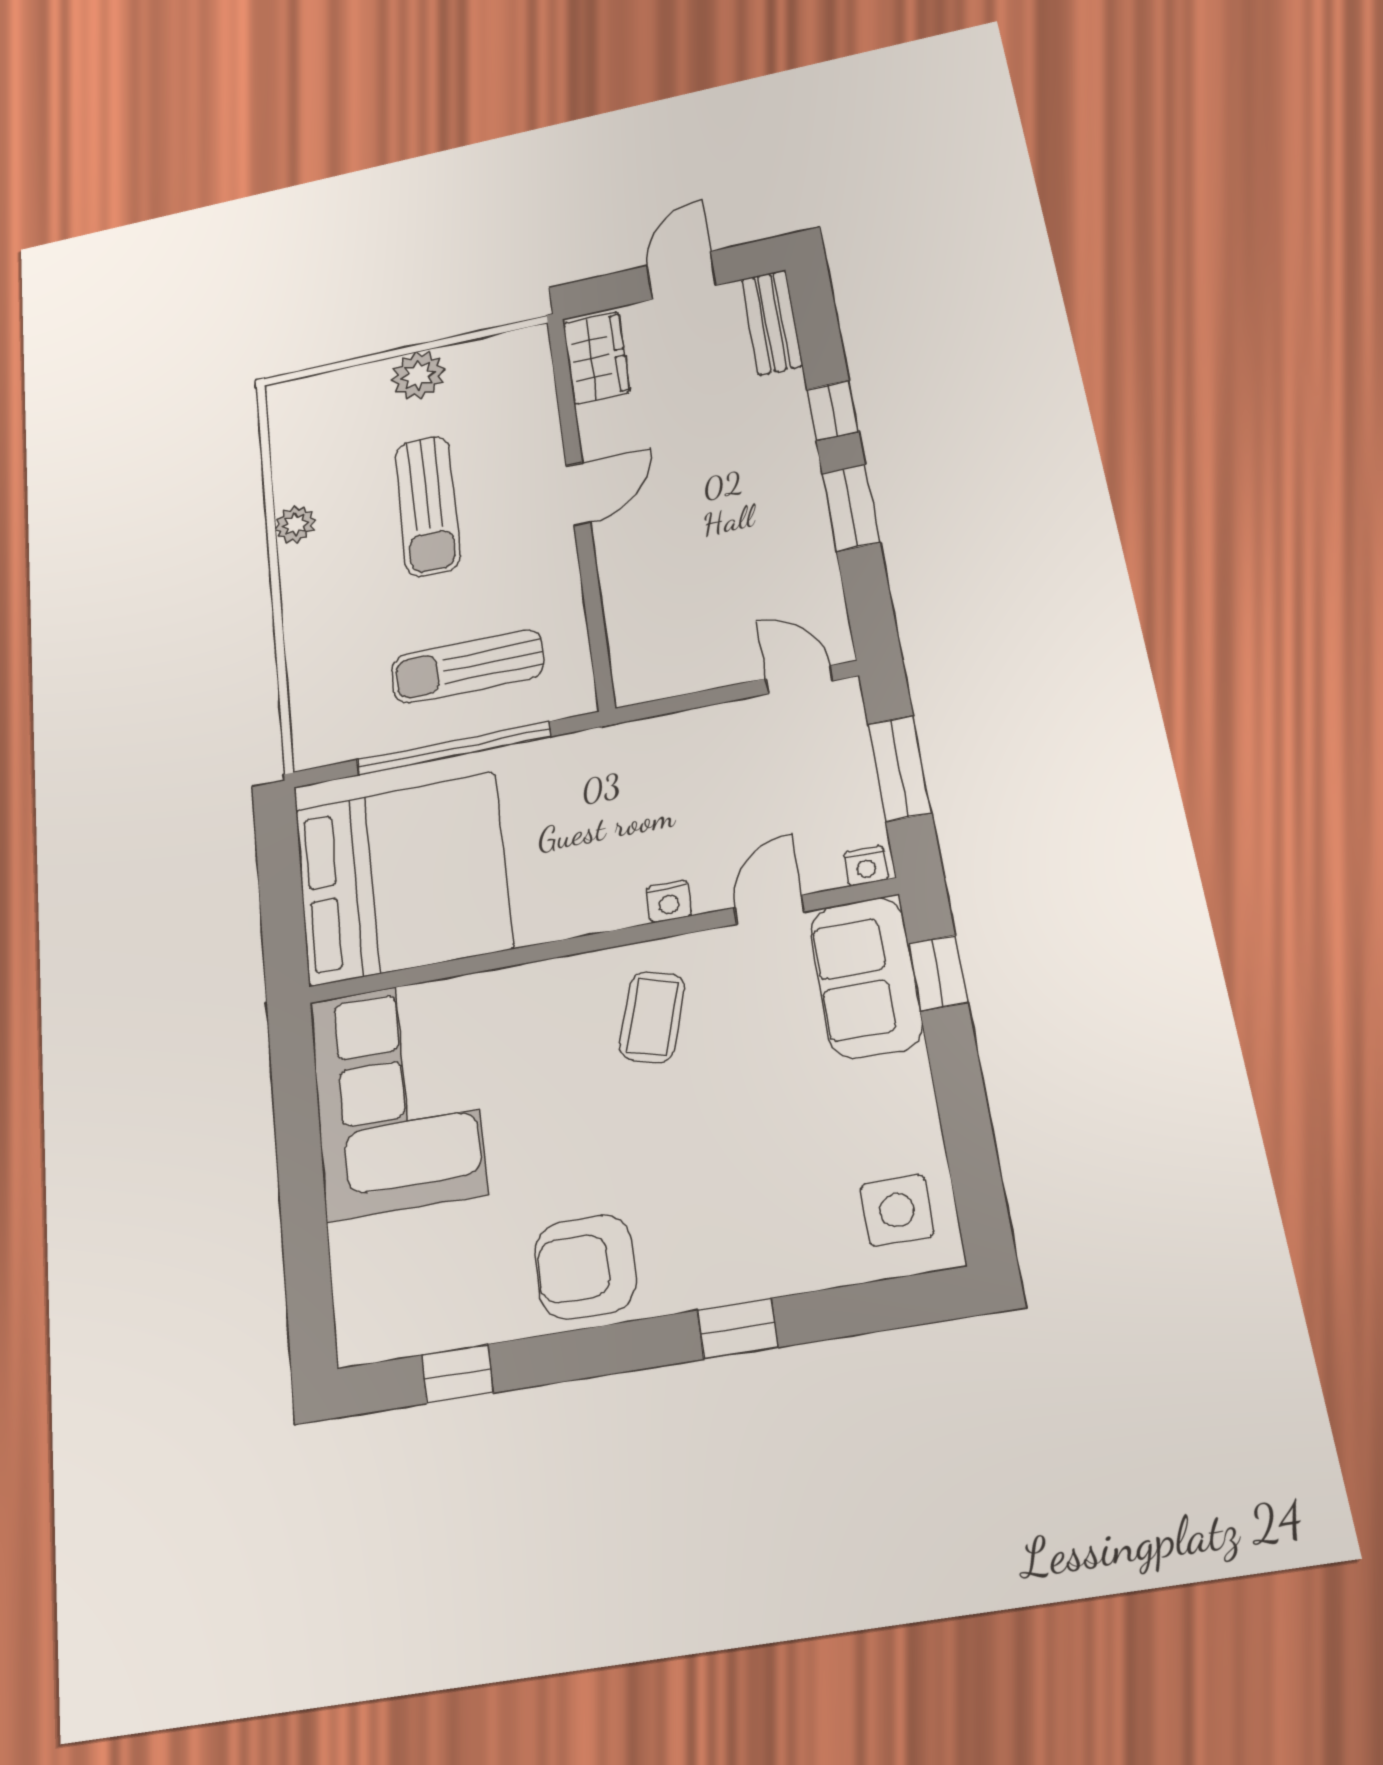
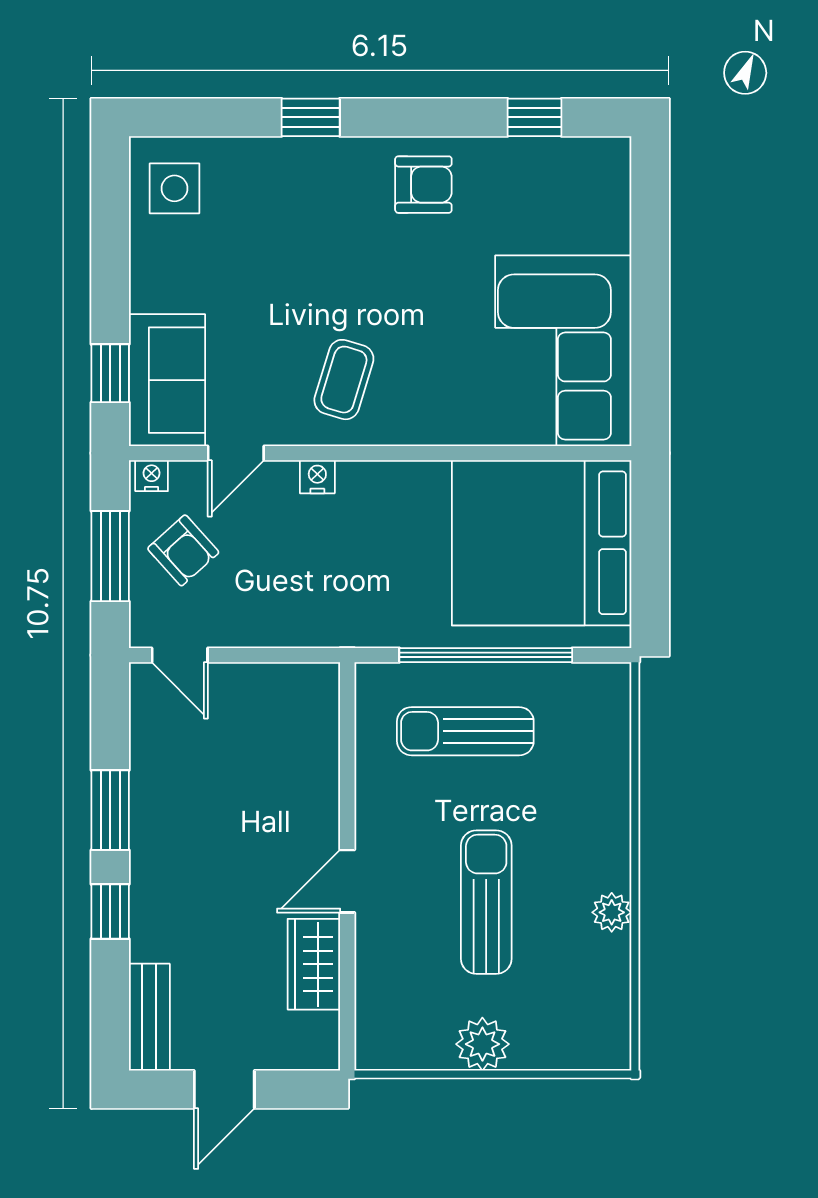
wardrobe: (596, 358) -> (314, 964), moved
sun lounger: (468, 667) -> (465, 731), turned 180
armchair: (814, 791) -> (183, 550), added
armchair: (585, 1267) -> (423, 185), width x0.72, depth x0.72

